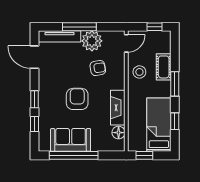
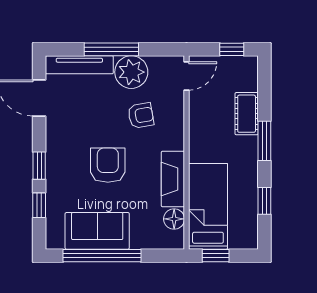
stool: (139, 72) -> (208, 122), removed
bed: (159, 125) -> (208, 206), moved

